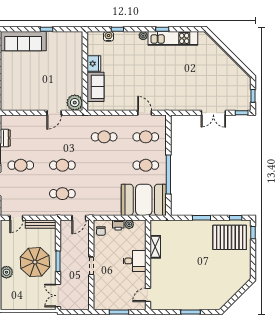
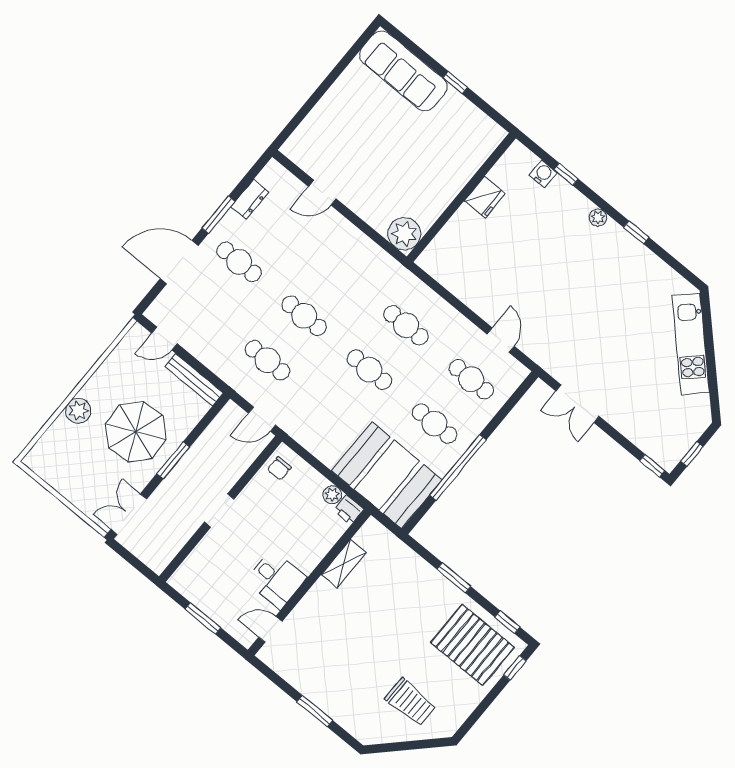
kitchen unit: (173, 38) -> (691, 344), moved, turned 45
sofa: (96, 87) -> (457, 236), removed
door: (54, 113) -> (322, 193), moved
double door: (213, 113) -> (577, 404), moved
cafe table: (104, 165) -> (369, 370), added
printer: (118, 225) -> (349, 510), moved
desk: (135, 261) -> (276, 579), moved
trolley: (224, 279) -> (410, 702), added

